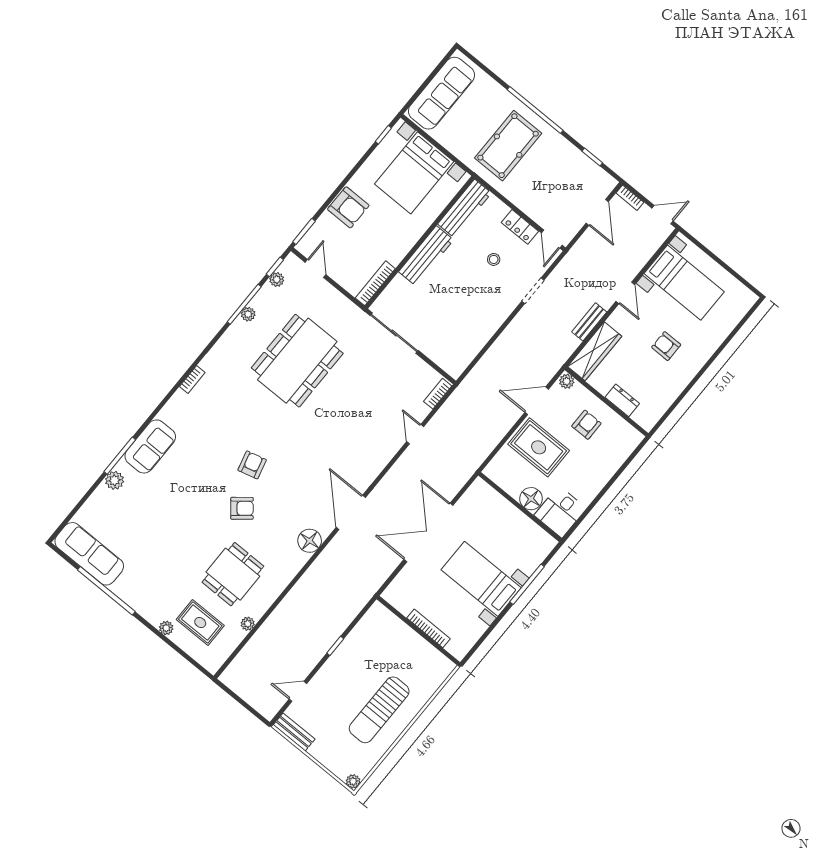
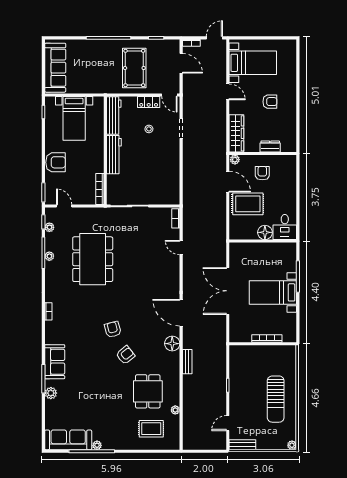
pool table: (508, 146) -> (134, 68), moved
bed with nightstands: (414, 173) -> (74, 118), width x0.73
bench: (589, 322) -> (187, 362), moved
armchair: (666, 346) -> (270, 102), turned 180
door: (537, 401) -> (228, 182), swing flipped
plant: (166, 628) -> (97, 445), moved

